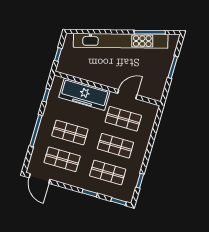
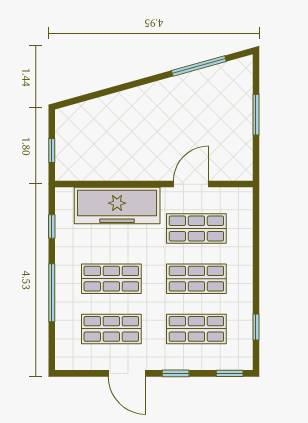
kitchen unit: (121, 41) -> (153, 95), removed
door: (39, 179) -> (127, 373), moved

